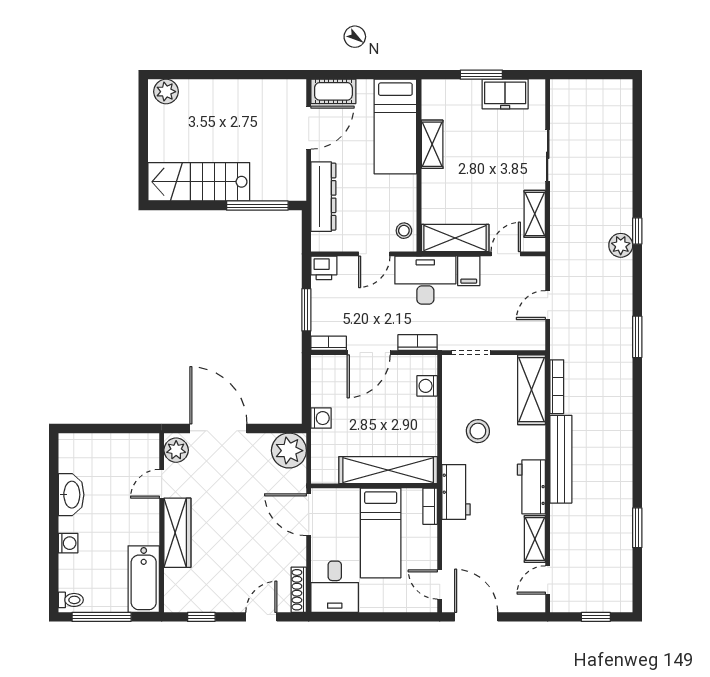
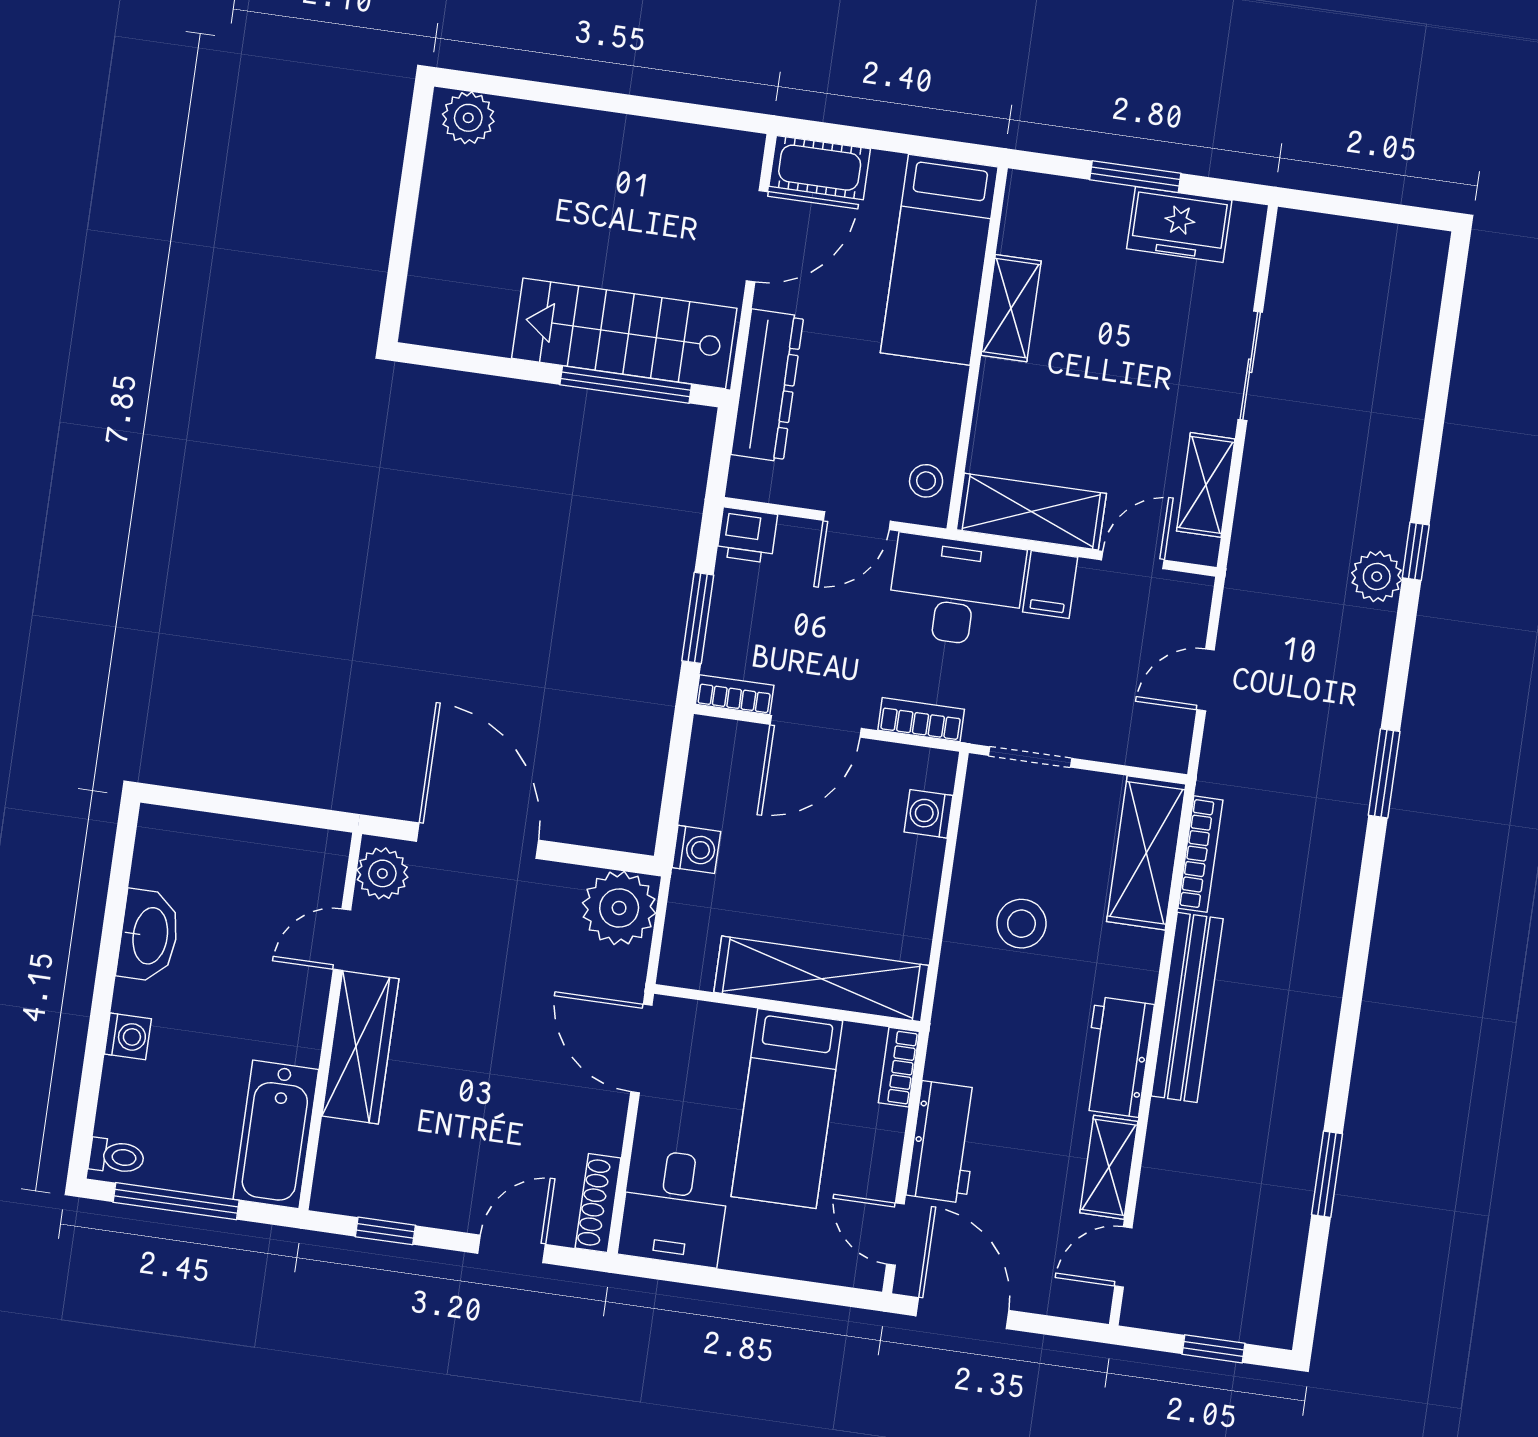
stairs: (199, 182) -> (624, 333), moved
workbench: (456, 492) -> (944, 1142), moved

